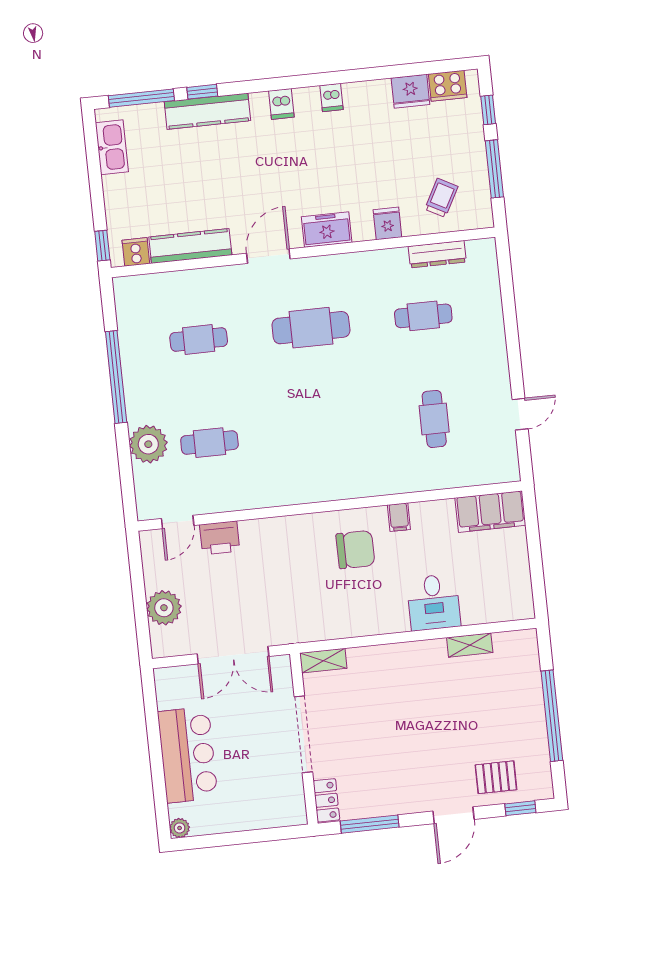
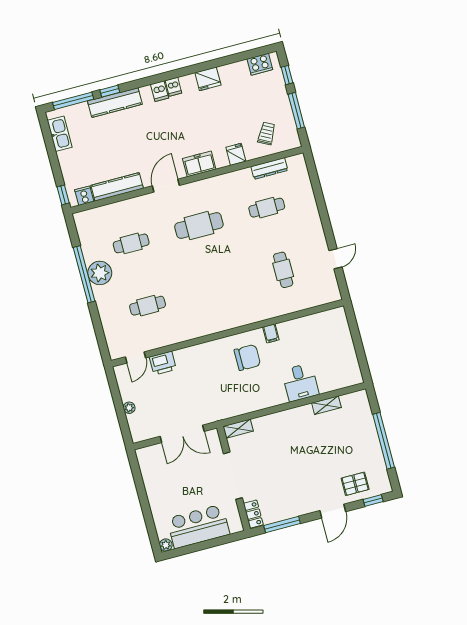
fridge: (410, 91) -> (208, 79), moved
dishwasher: (331, 98) -> (173, 87), moved
plant: (148, 444) -> (100, 273), moved
filing cabinet: (490, 512) -> (326, 321), removed
plant: (164, 608) -> (129, 408), width x0.53, depth x0.53
bar counter: (188, 755) -> (198, 526), moved, turned -90

